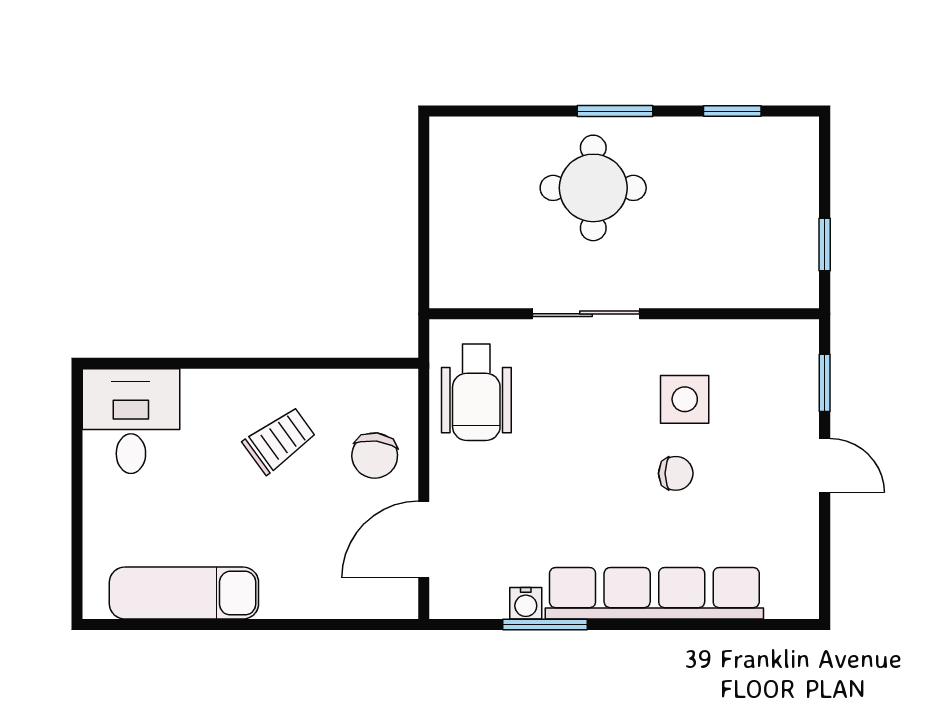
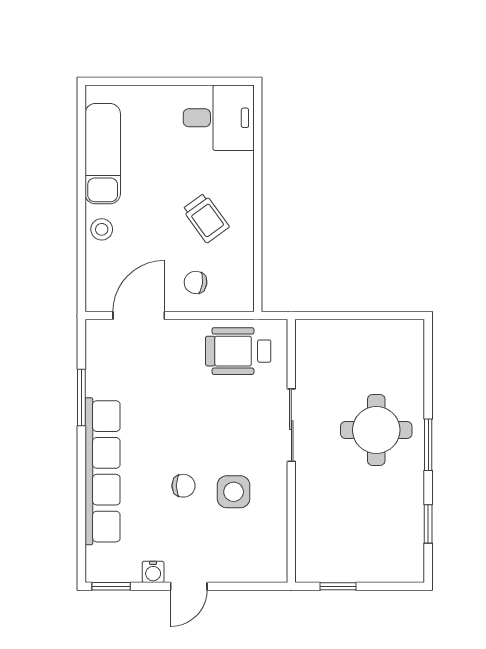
window: (825, 383) -> (111, 586), moved
chair: (375, 456) -> (196, 282), width x0.73, depth x0.73
chair: (676, 473) -> (183, 486), turned -90
door: (424, 540) -> (139, 316), hinge flipped
stool: (296, 594) -> (102, 229), added
water cooler: (526, 603) -> (153, 572), moved, turned -90

